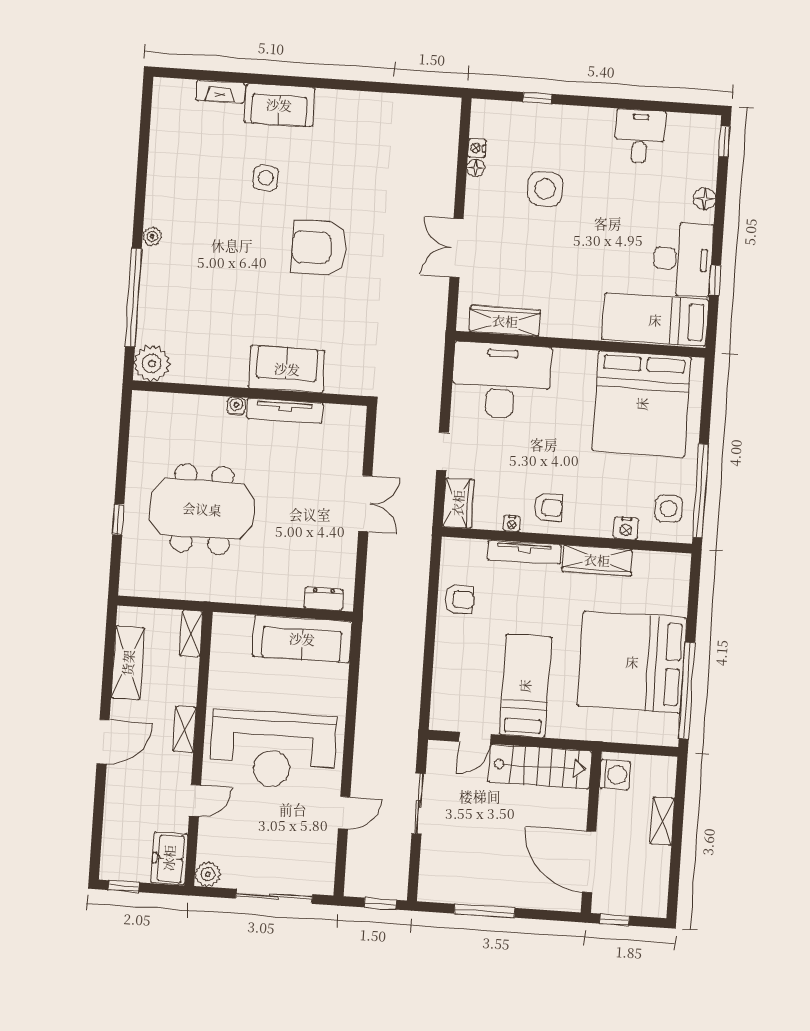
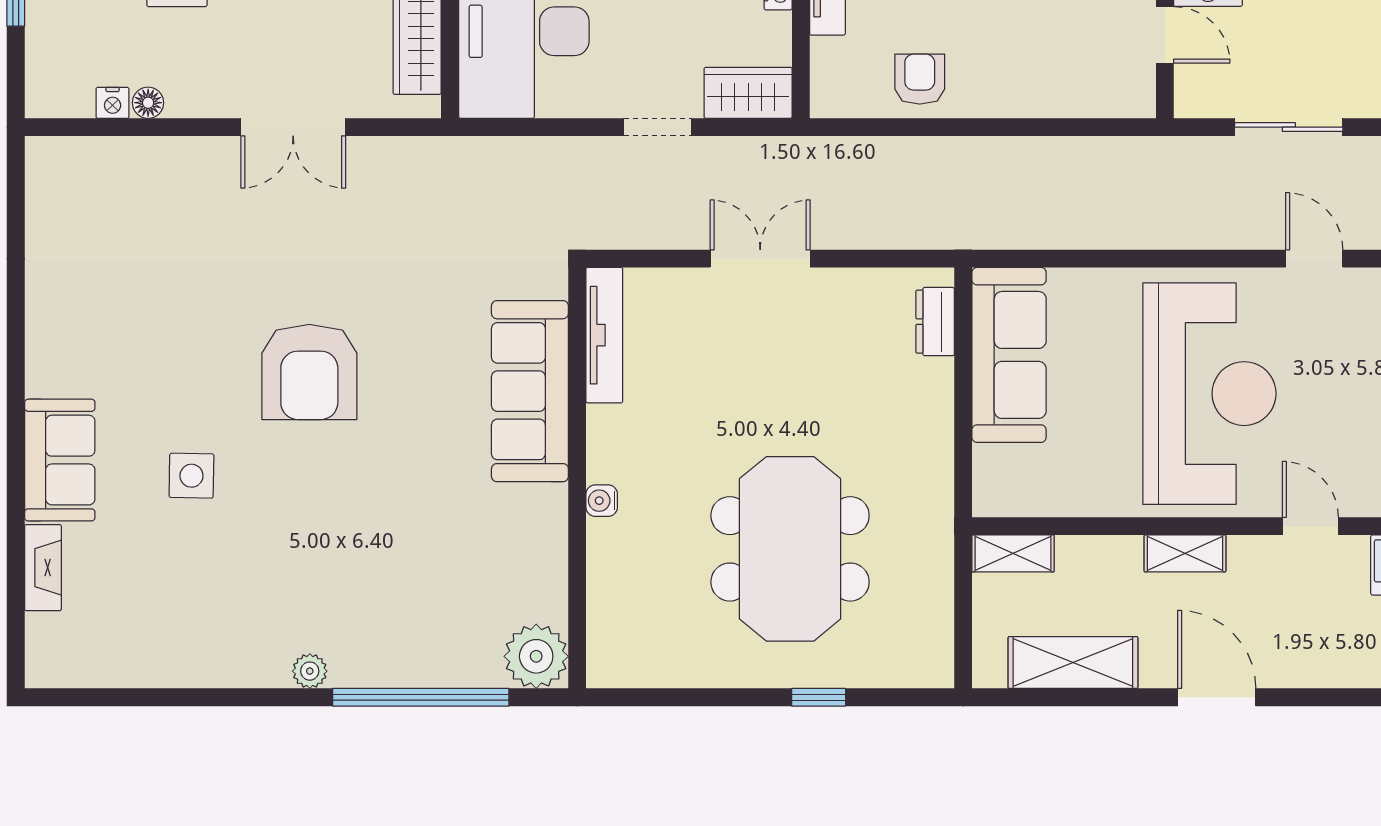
sofa: (287, 369) -> (530, 391), width x1.36
tv unit: (285, 411) -> (604, 335), moved

